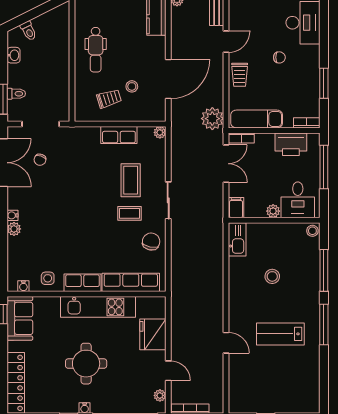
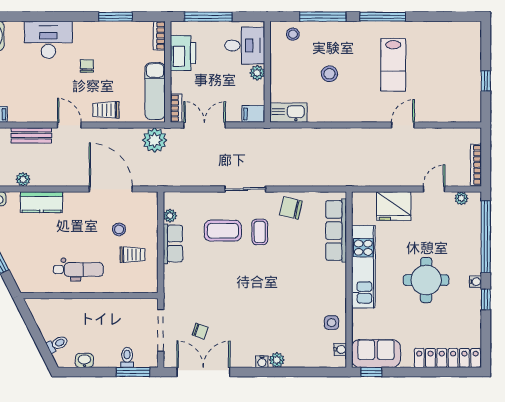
trolley: (240, 75) -> (106, 110), turned 180
trolley: (109, 99) -> (132, 255), turned 107
plant: (160, 132) -> (170, 216), moved
stool: (312, 231) -> (293, 34), moved
row of seats: (82, 283) -> (337, 284), removed

